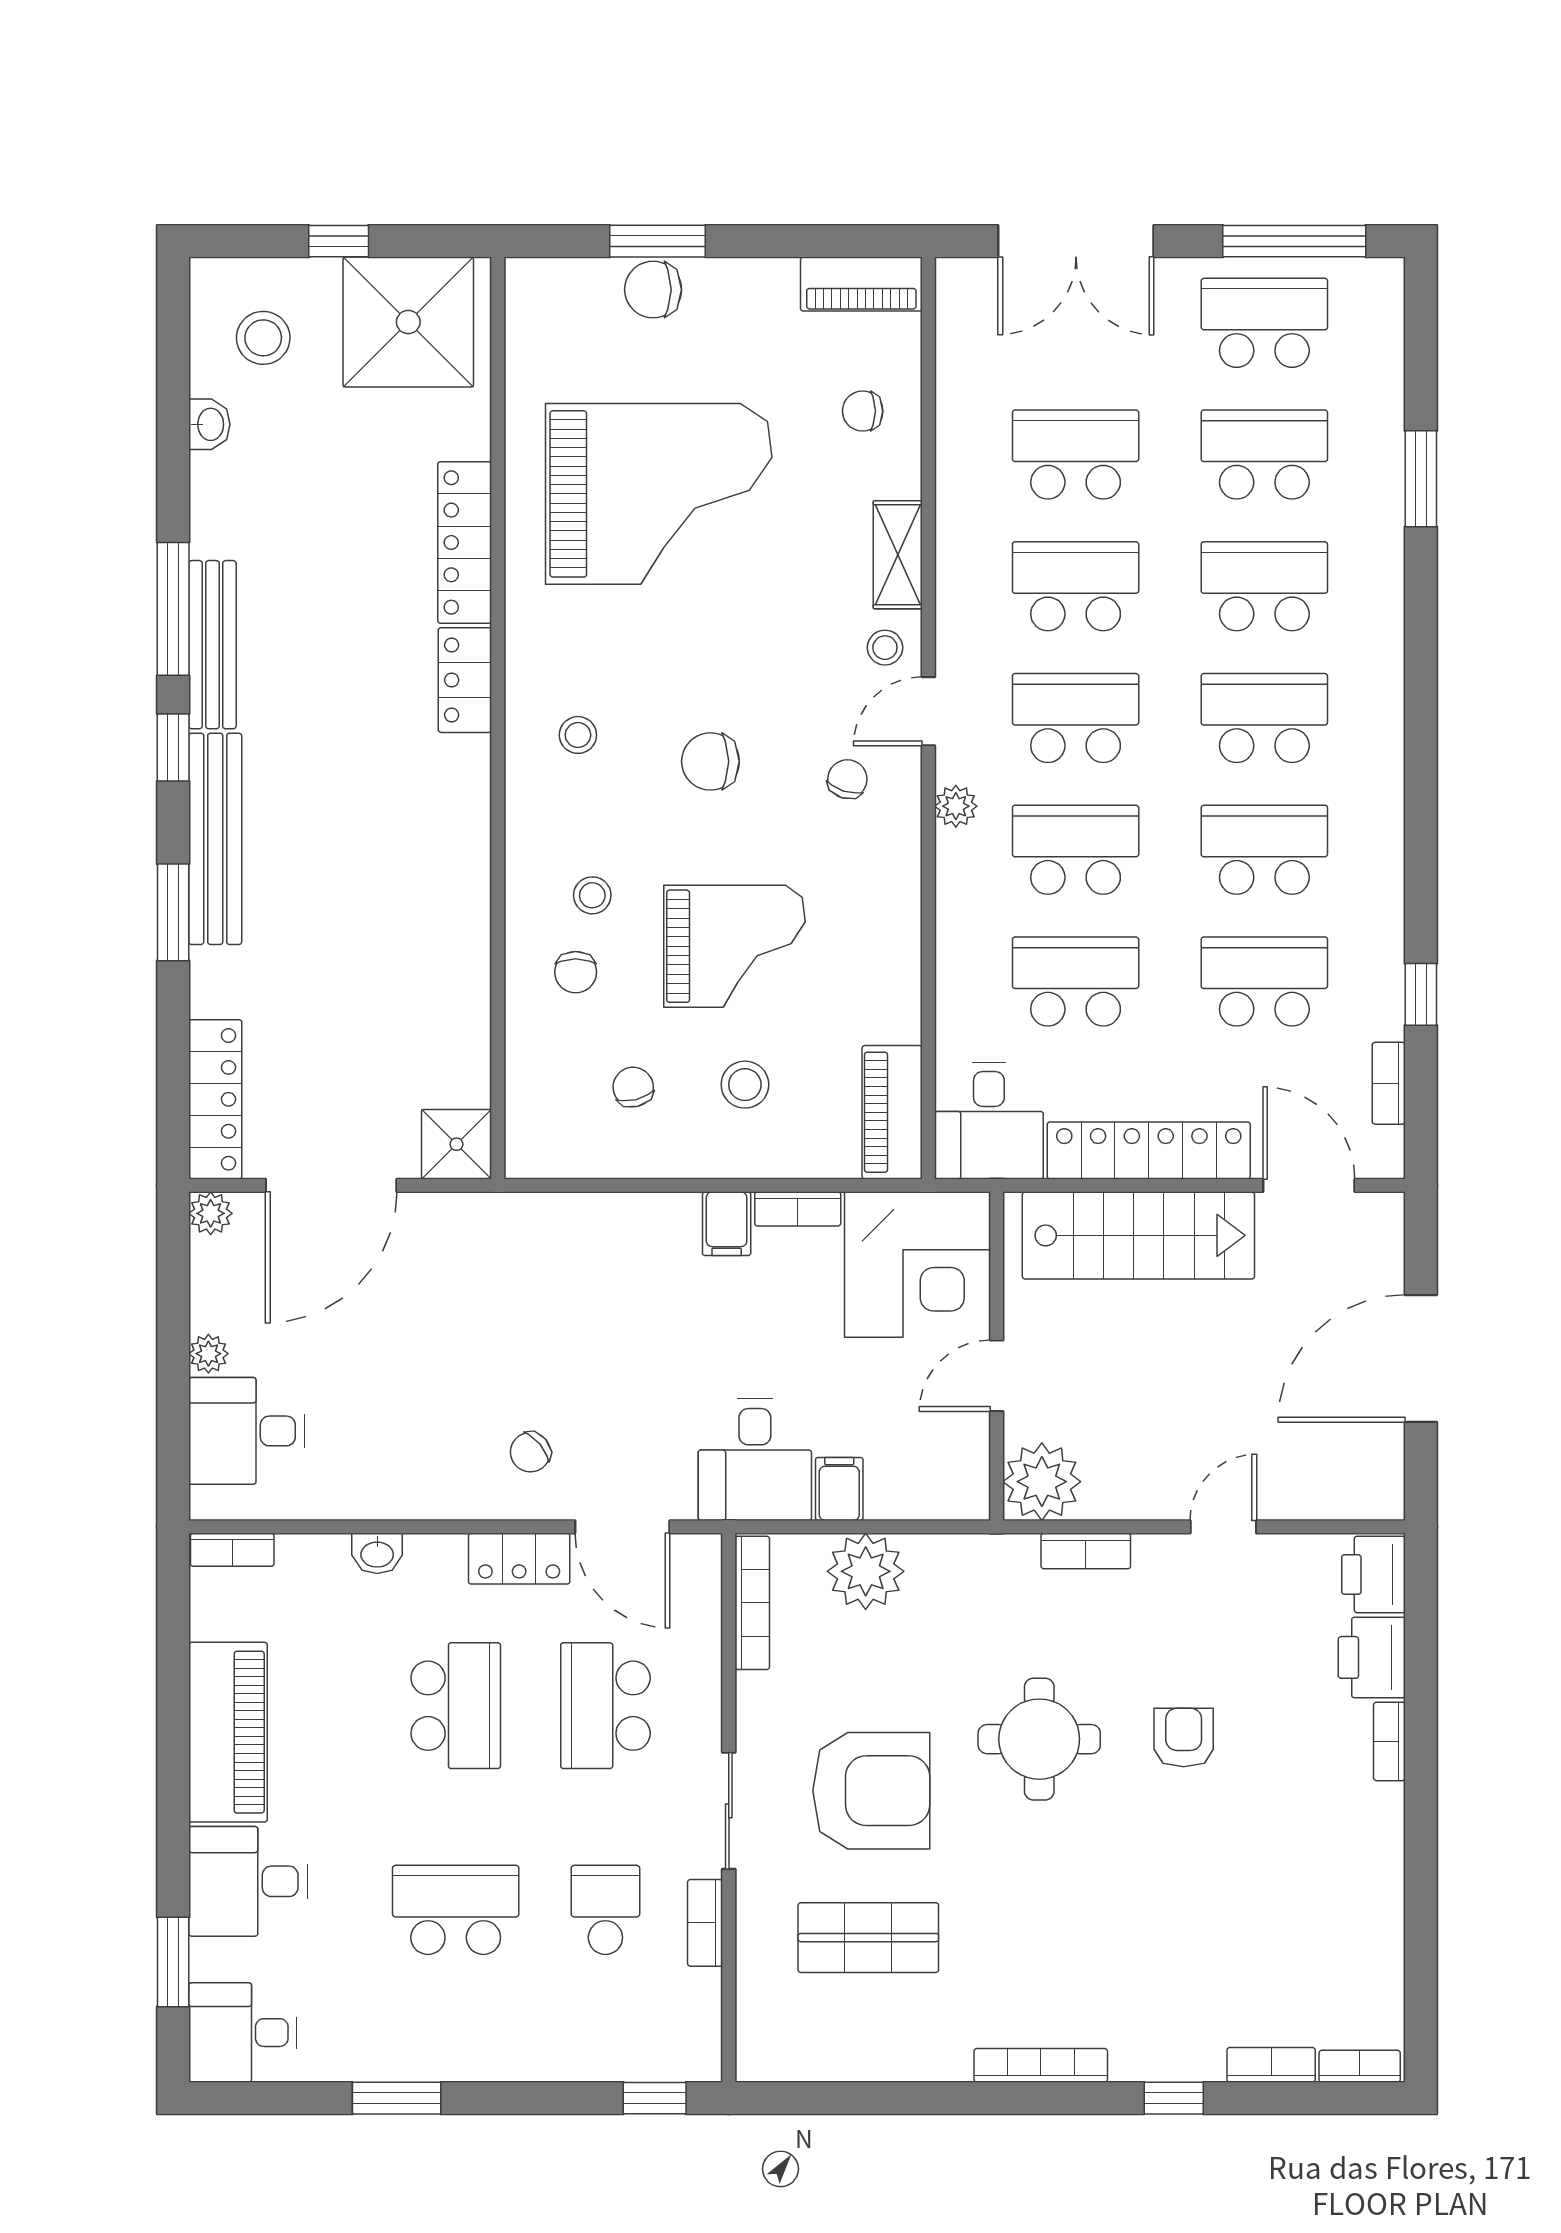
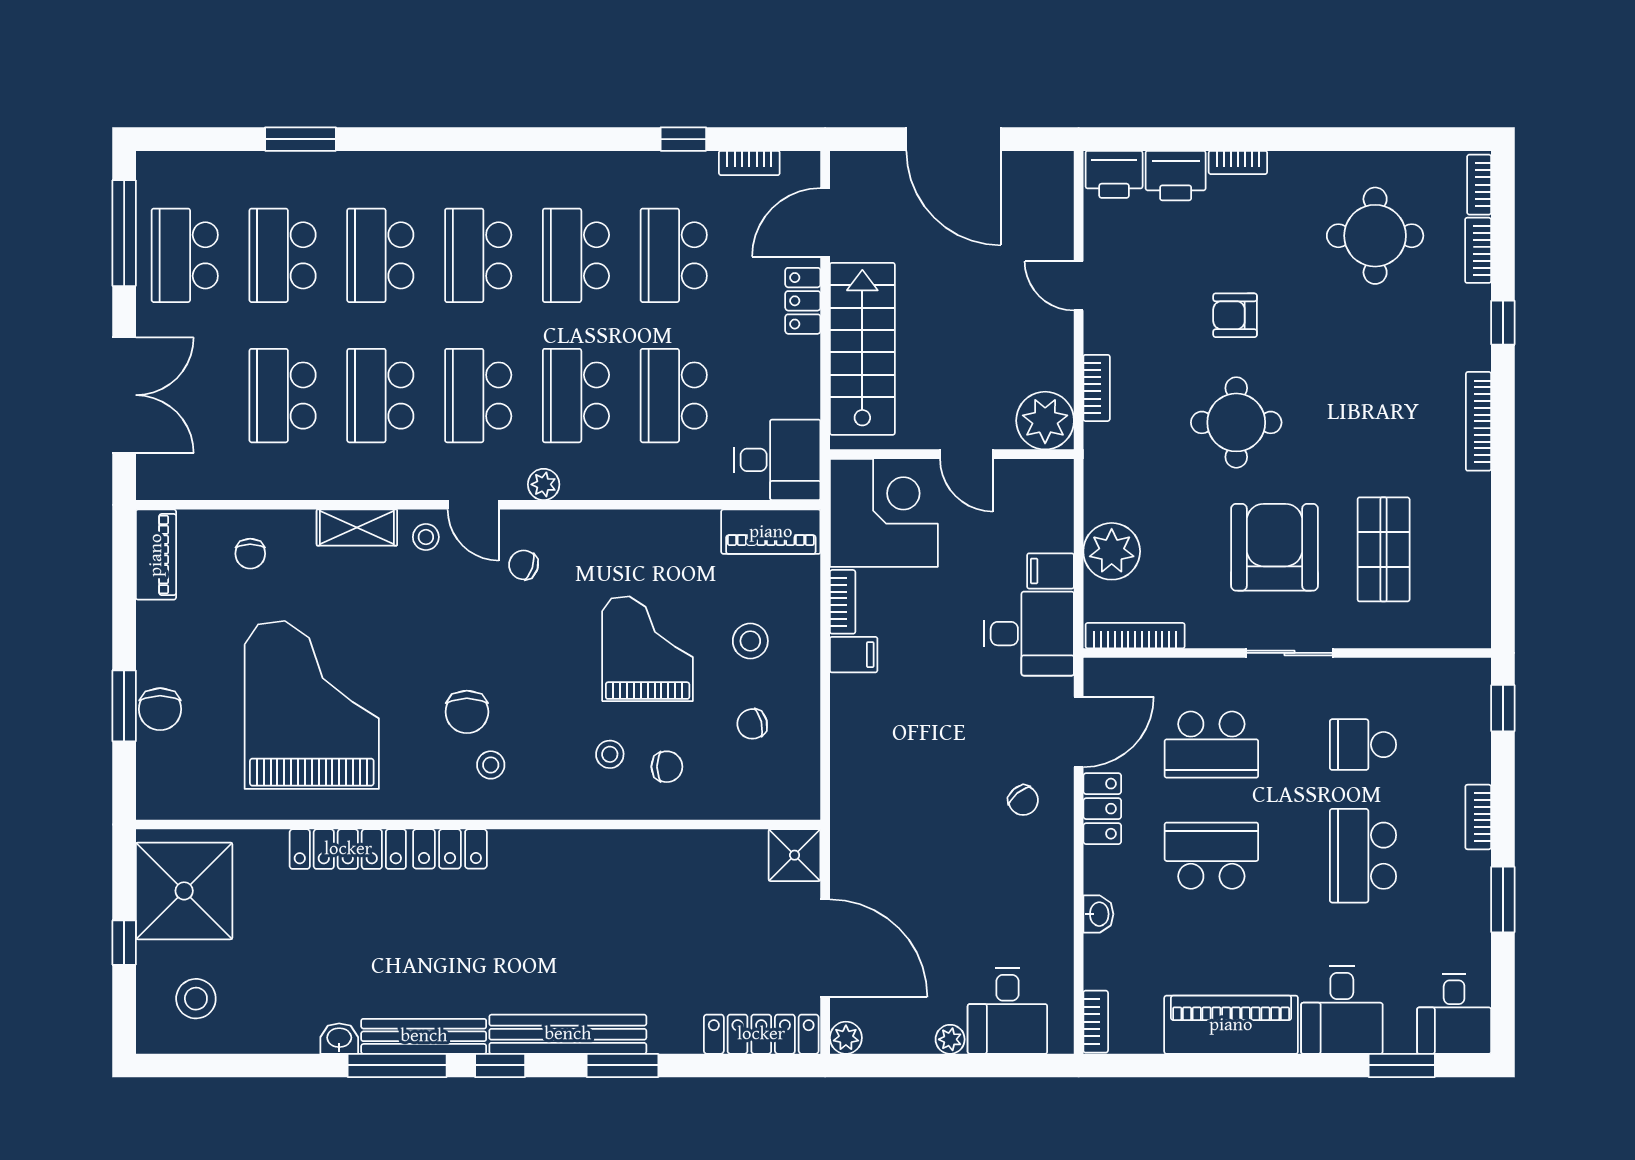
washbasin: (209, 424) -> (339, 1039), moved
chair: (710, 761) -> (467, 712), moved
locker: (1149, 1150) -> (803, 301), width x0.46, depth x0.83
bookcase: (705, 1923) -> (1478, 817), moved, turned 90
round table: (1291, 1926) -> (1375, 236), added

